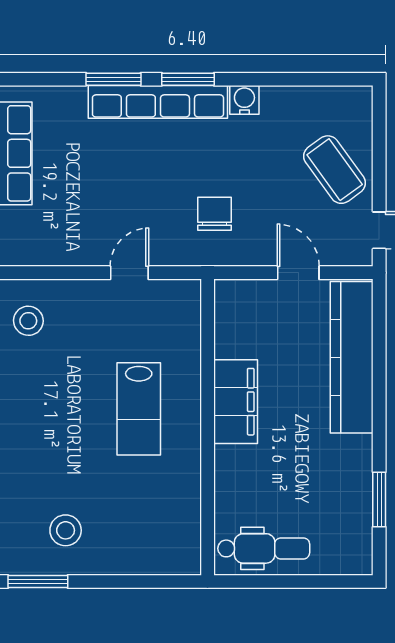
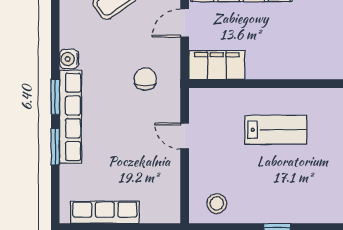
chair: (214, 214) -> (145, 79), turned 90
filing cabinet: (236, 402) -> (217, 65), moved

